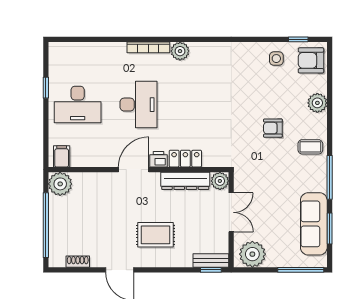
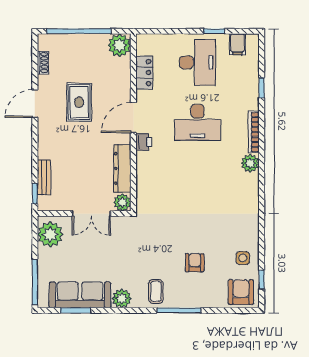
window: (104, 39) -> (262, 88), added
plant: (317, 103) -> (122, 298), moved
desk: (78, 105) -> (197, 62), turned 180
armchair: (273, 128) -> (195, 263), moved
filing cabinet: (62, 156) -> (237, 44), moved, turned 90
locker: (185, 159) -> (144, 73), moved
door: (134, 170) -> (133, 118), swing flipped
window: (330, 177) -> (179, 310), moved
rug: (156, 235) -> (79, 102), moved
bench: (211, 260) -> (44, 177), moved

